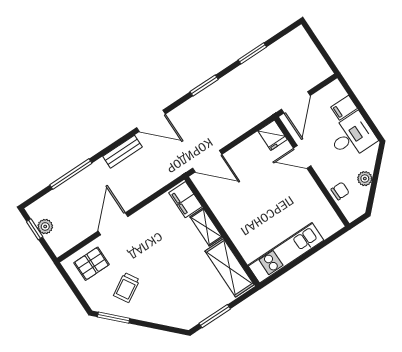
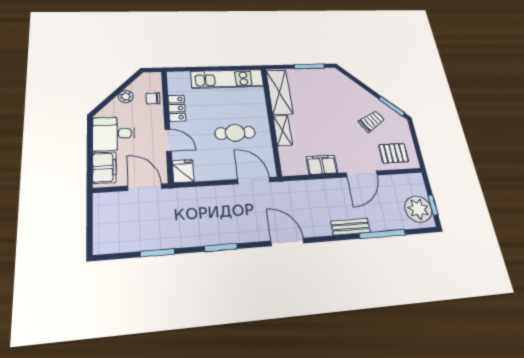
door: (296, 102) -> (145, 187), hinge flipped
filing cabinet: (344, 108) -> (104, 167), width x2.00
bench: (122, 152) -> (351, 227), moved
locker: (313, 194) -> (177, 108), added
cafe table: (248, 199) -> (235, 133), added
filing cabinet: (185, 200) -> (322, 165), moved, turned -90
plant: (45, 226) -> (418, 209), width x1.88, depth x1.88

